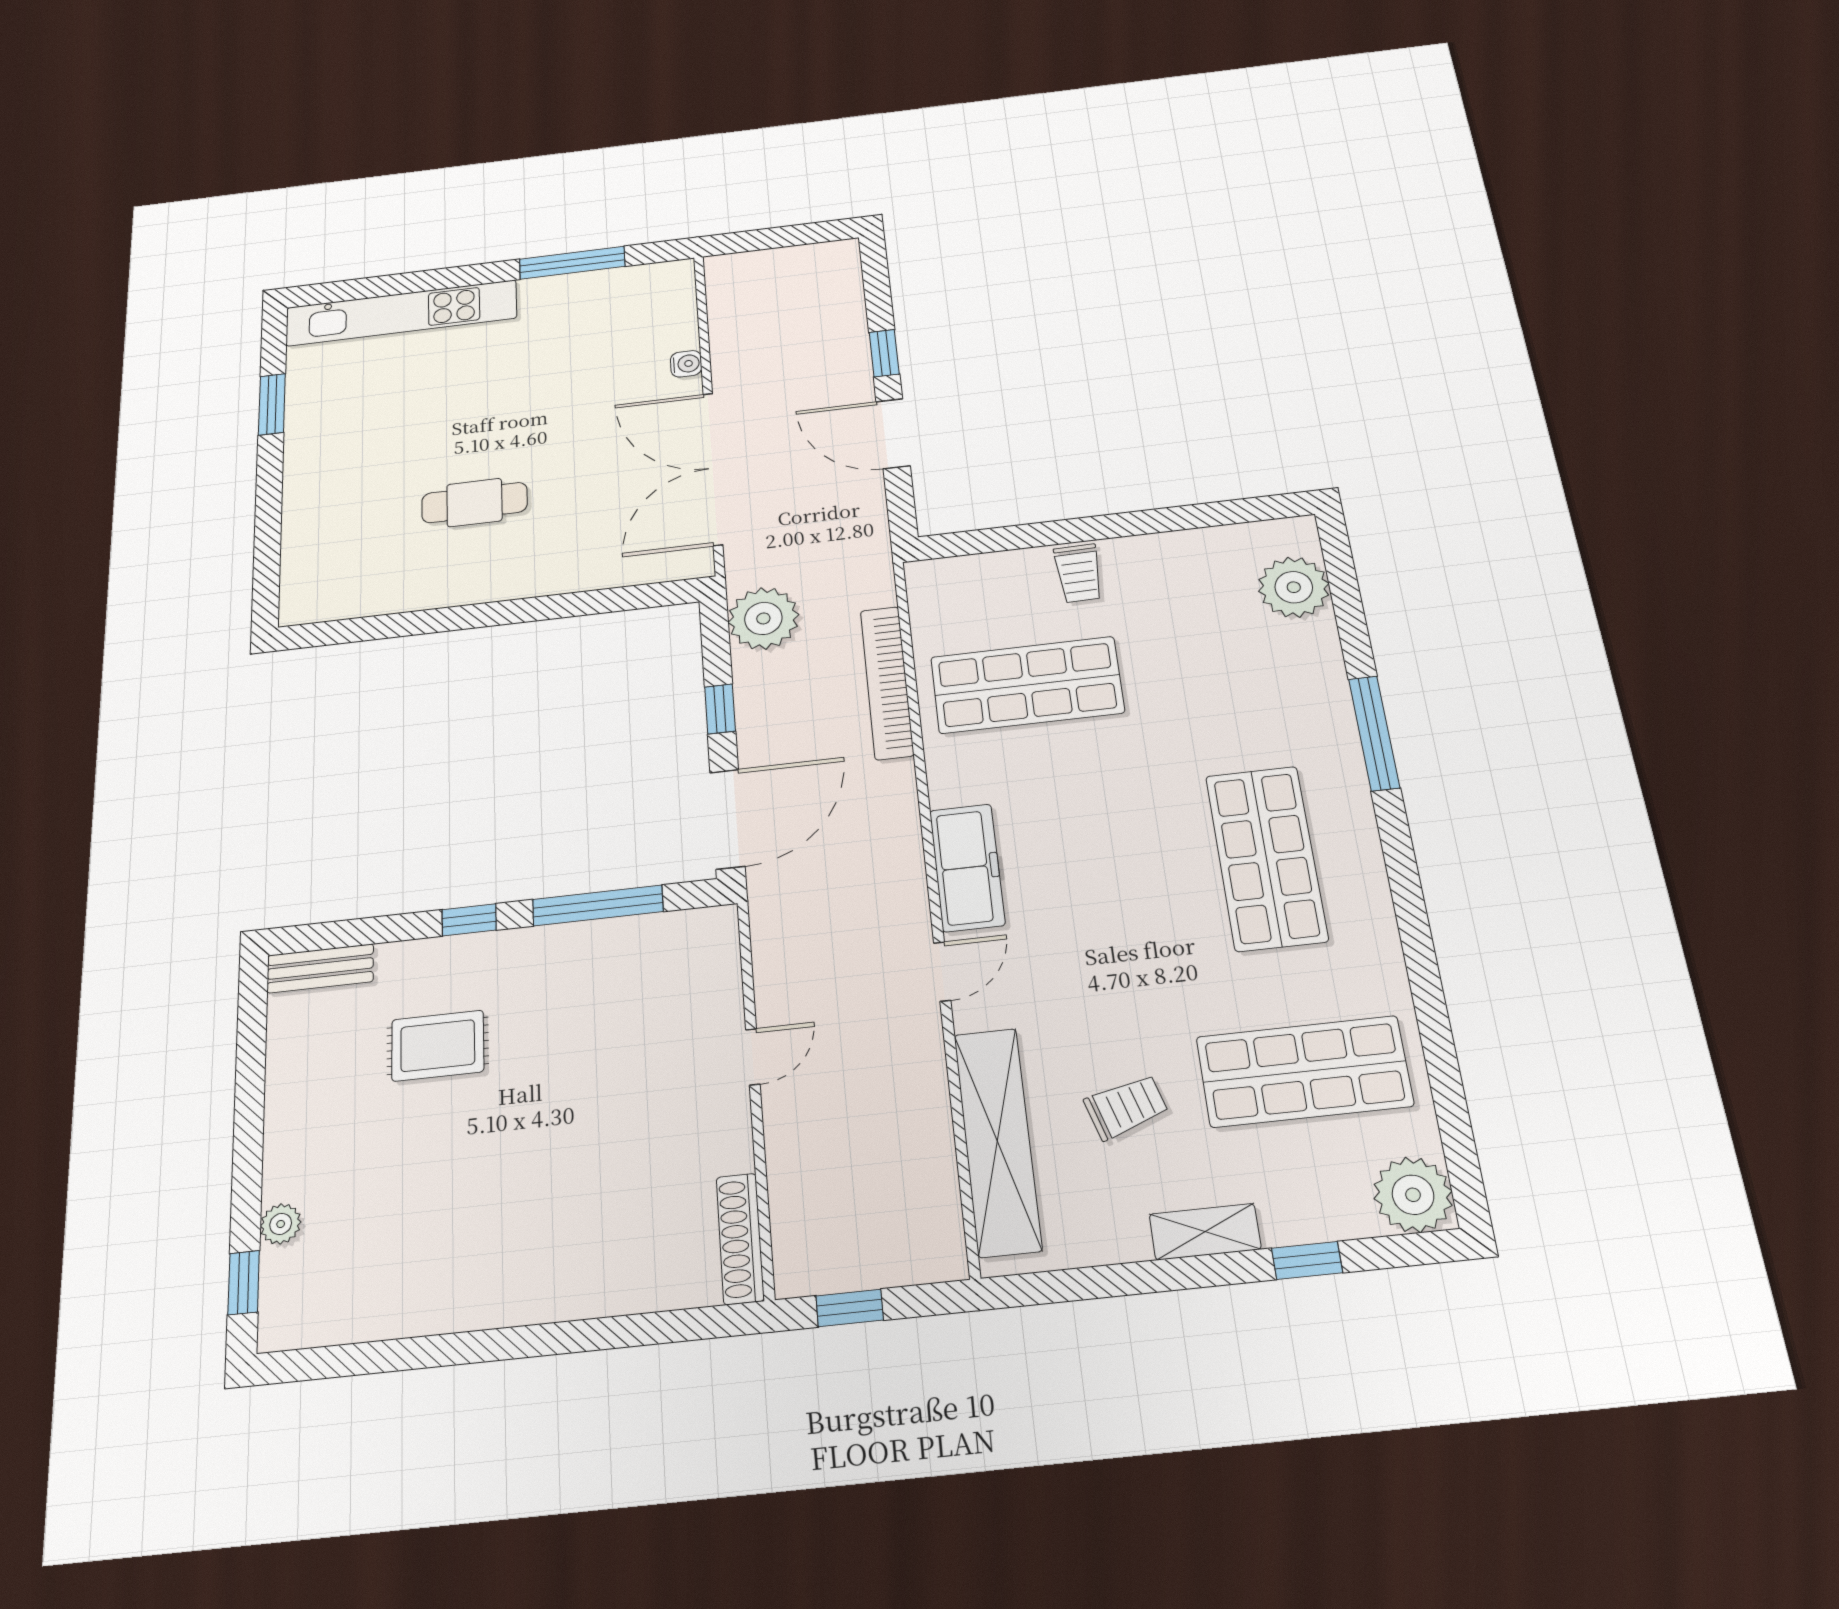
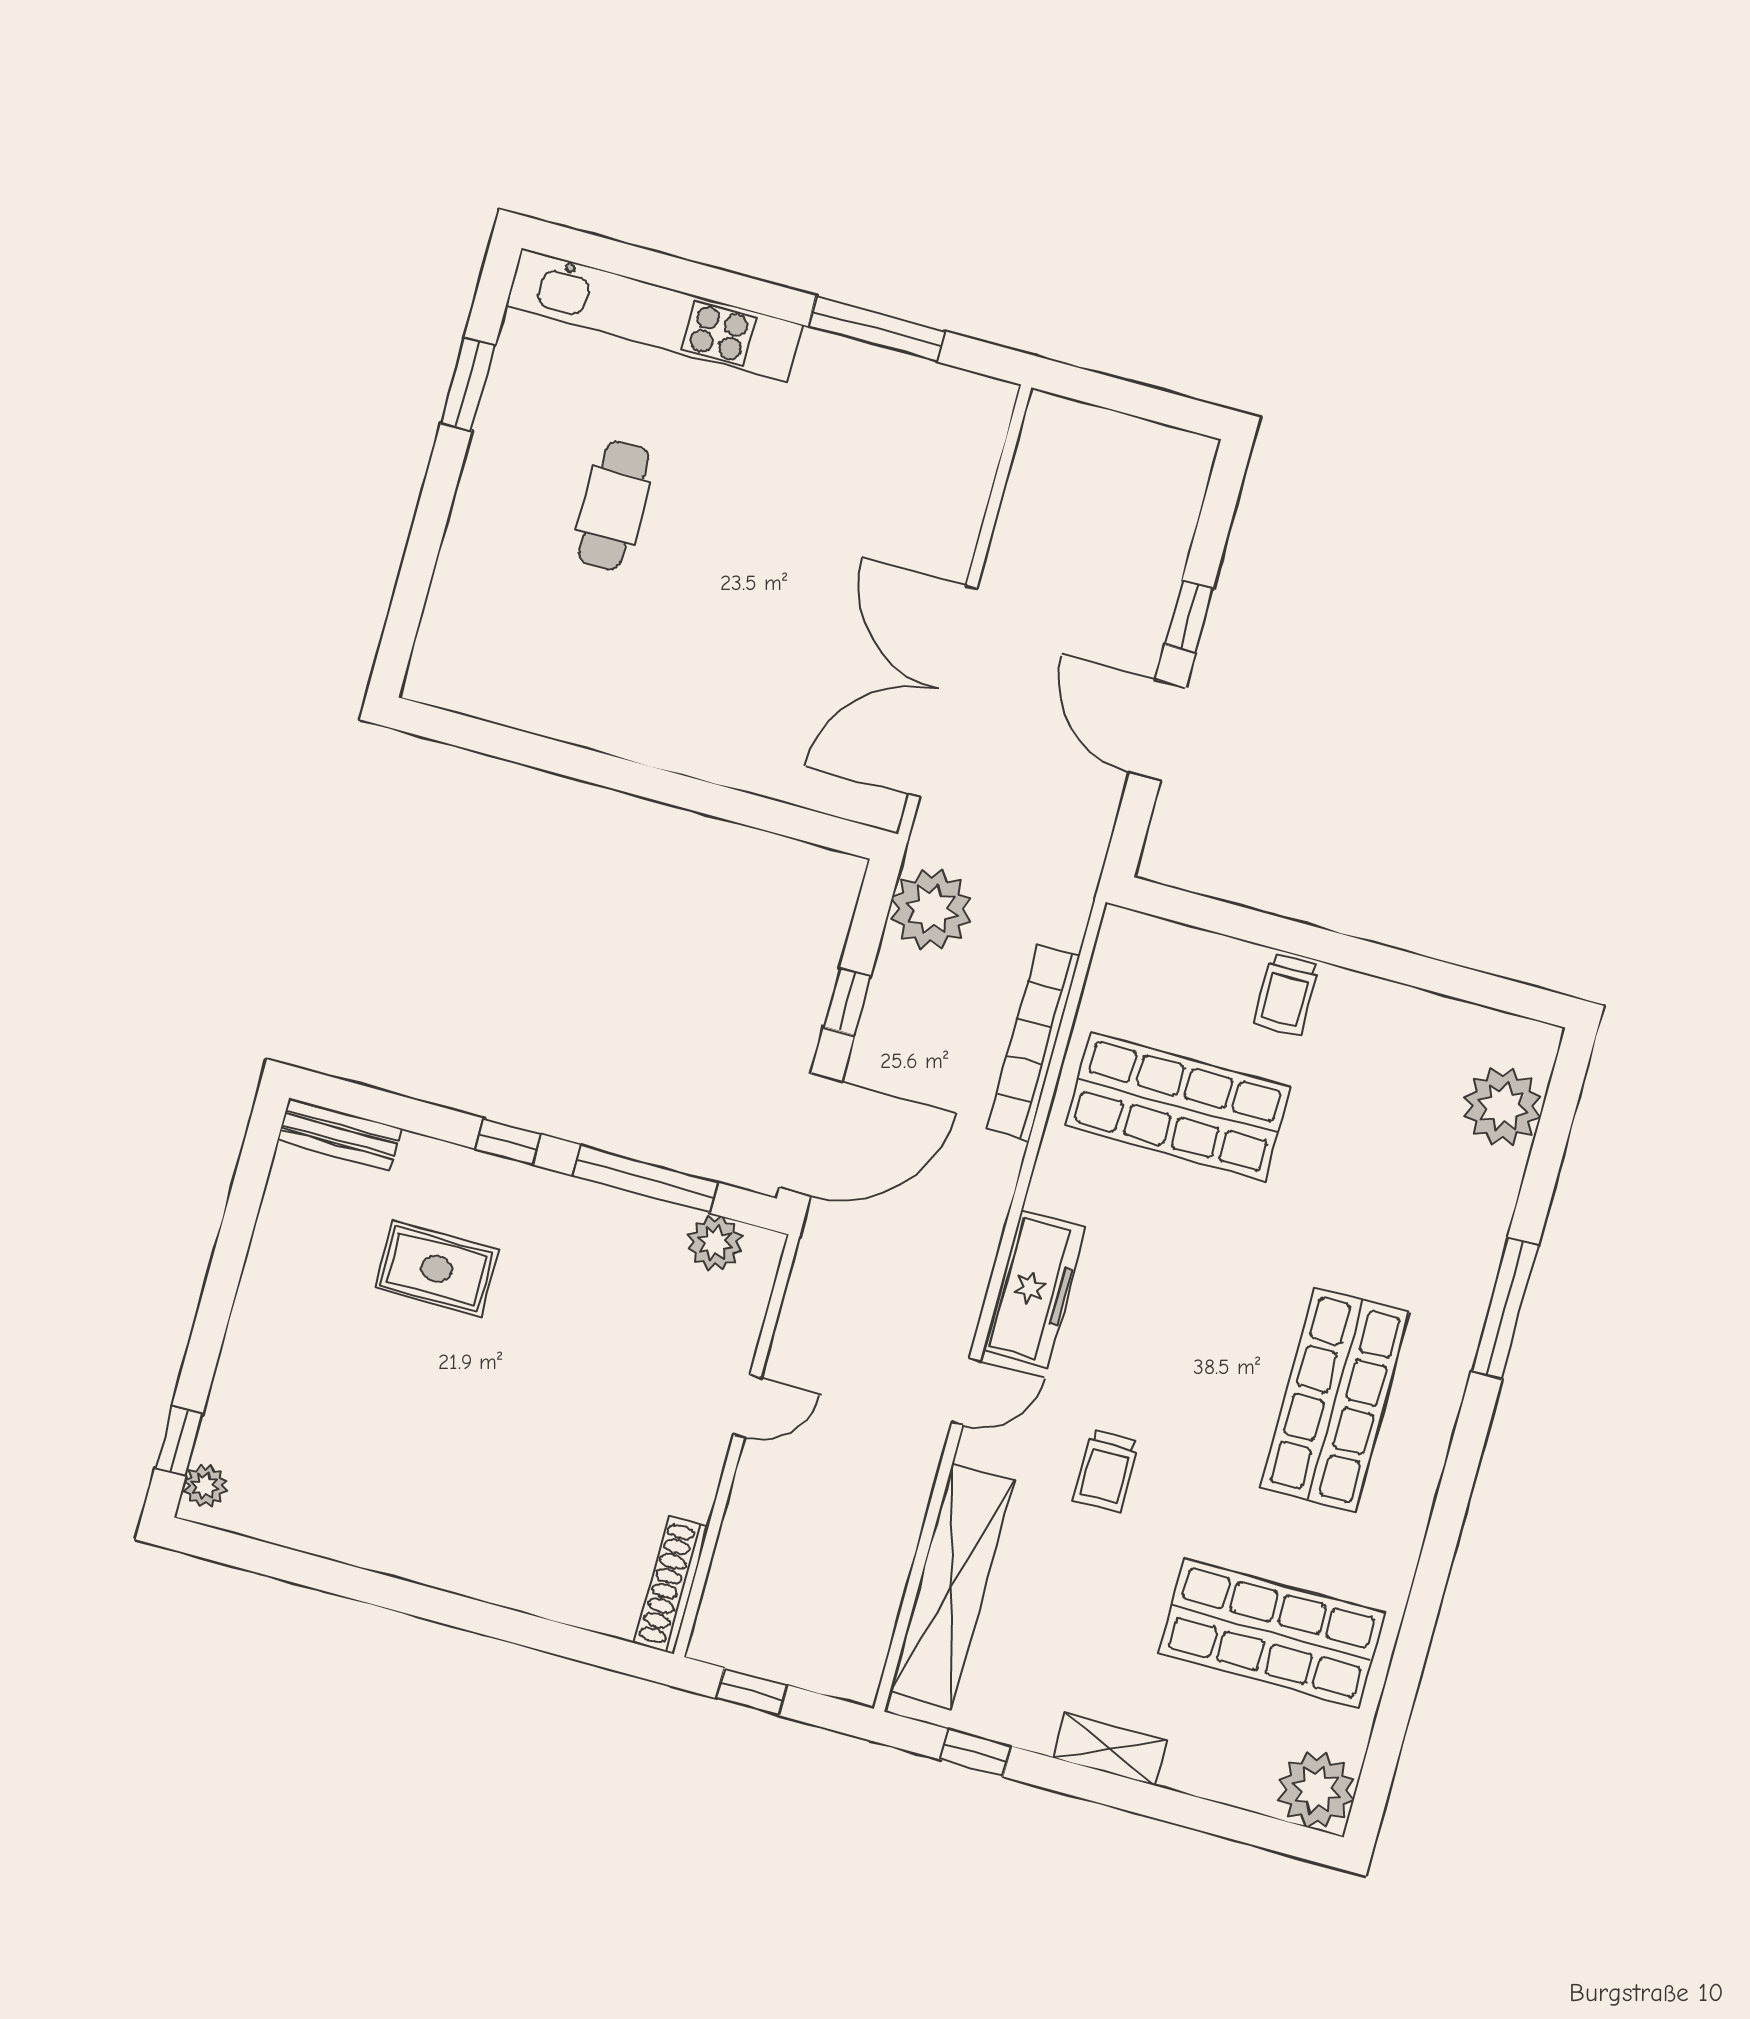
water cooler: (686, 364) -> (961, 534), removed
cafe table: (474, 503) -> (614, 505), moved, turned 90
plant: (676, 934) -> (715, 1243), added
trolley: (1126, 1107) -> (1106, 1471), moved, turned 107
plant: (281, 1224) -> (205, 1486), moved
window: (1307, 1260) -> (975, 1753), moved

